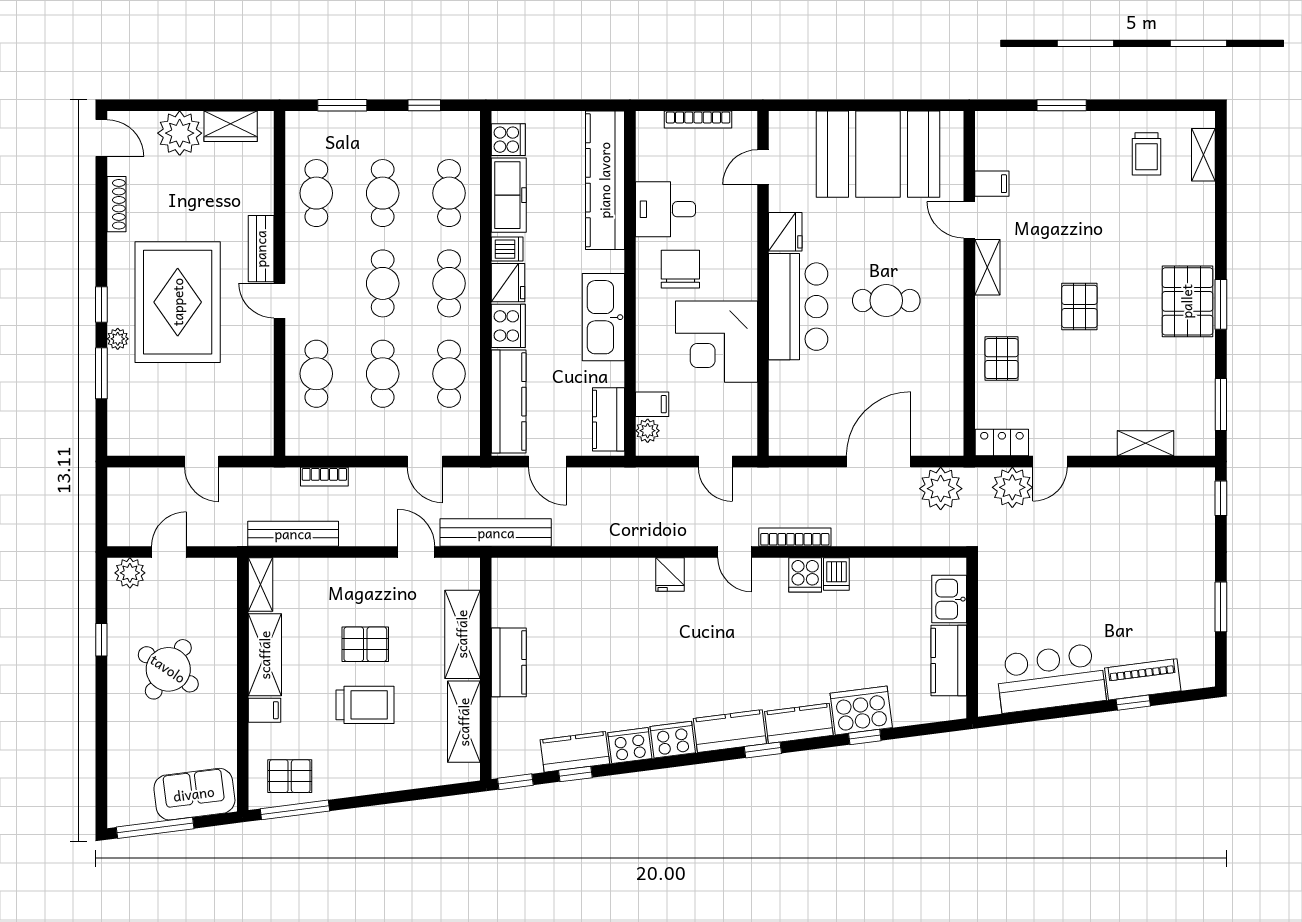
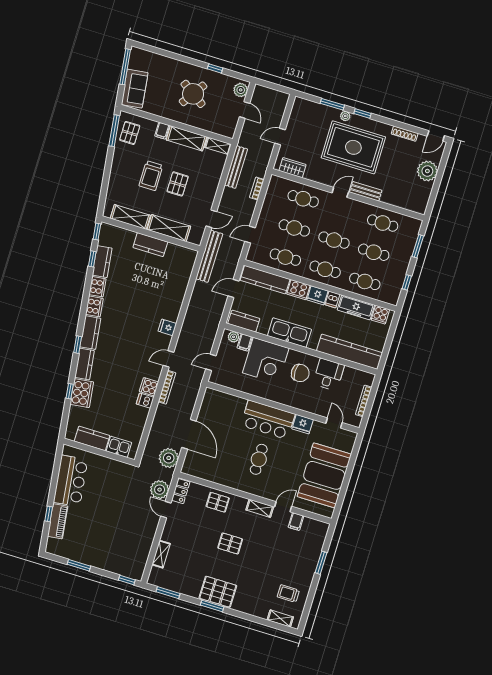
wardrobe: (231, 126) -> (292, 168), moved, turned 90
corner desk: (716, 342) -> (266, 361), moved, turned 180

